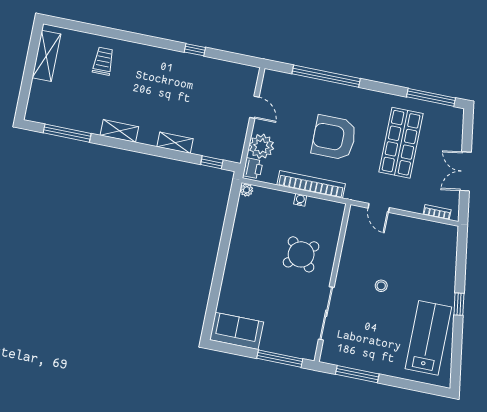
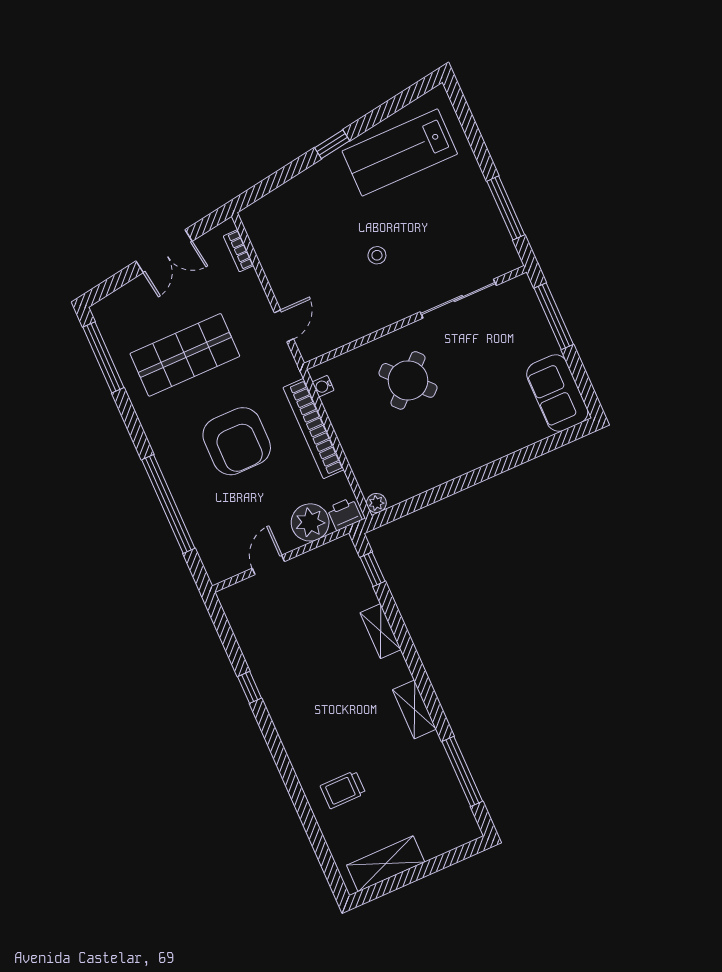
water cooler: (300, 200) -> (323, 386), moved

